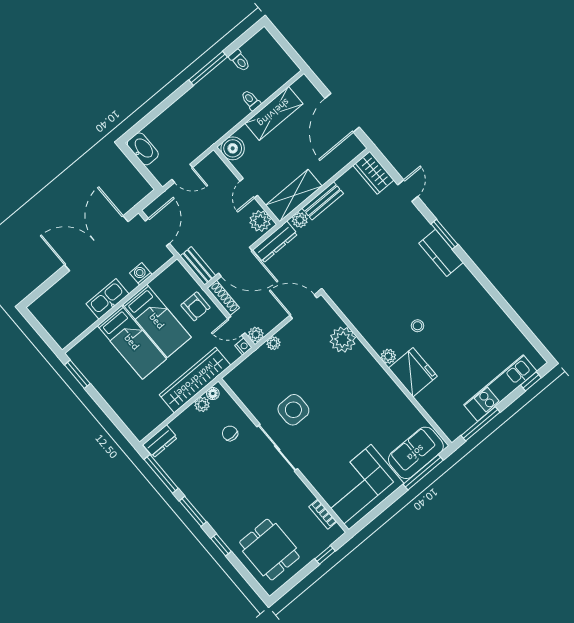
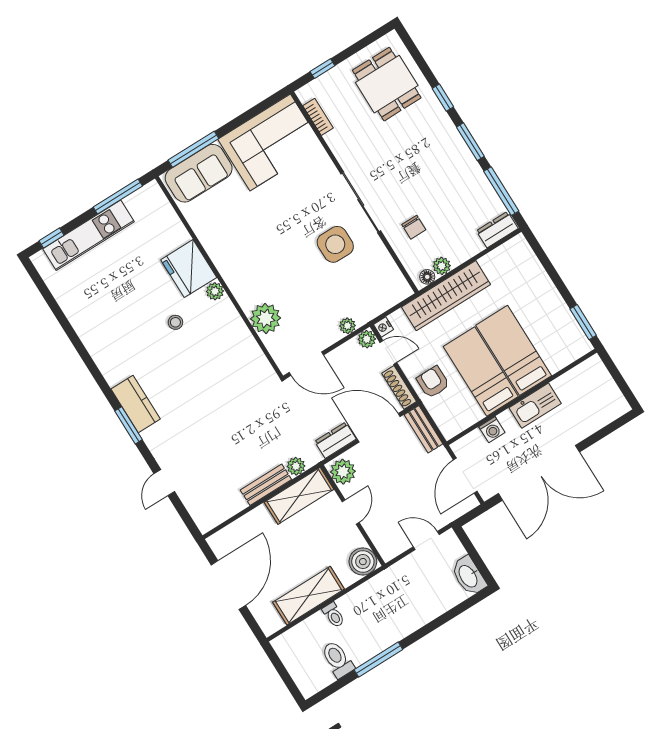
toilet: (240, 61) -> (338, 659), width x1.37, depth x1.39
wardrobe: (373, 173) -> (202, 509), removed
dresser: (275, 242) -> (335, 440), width x0.70

